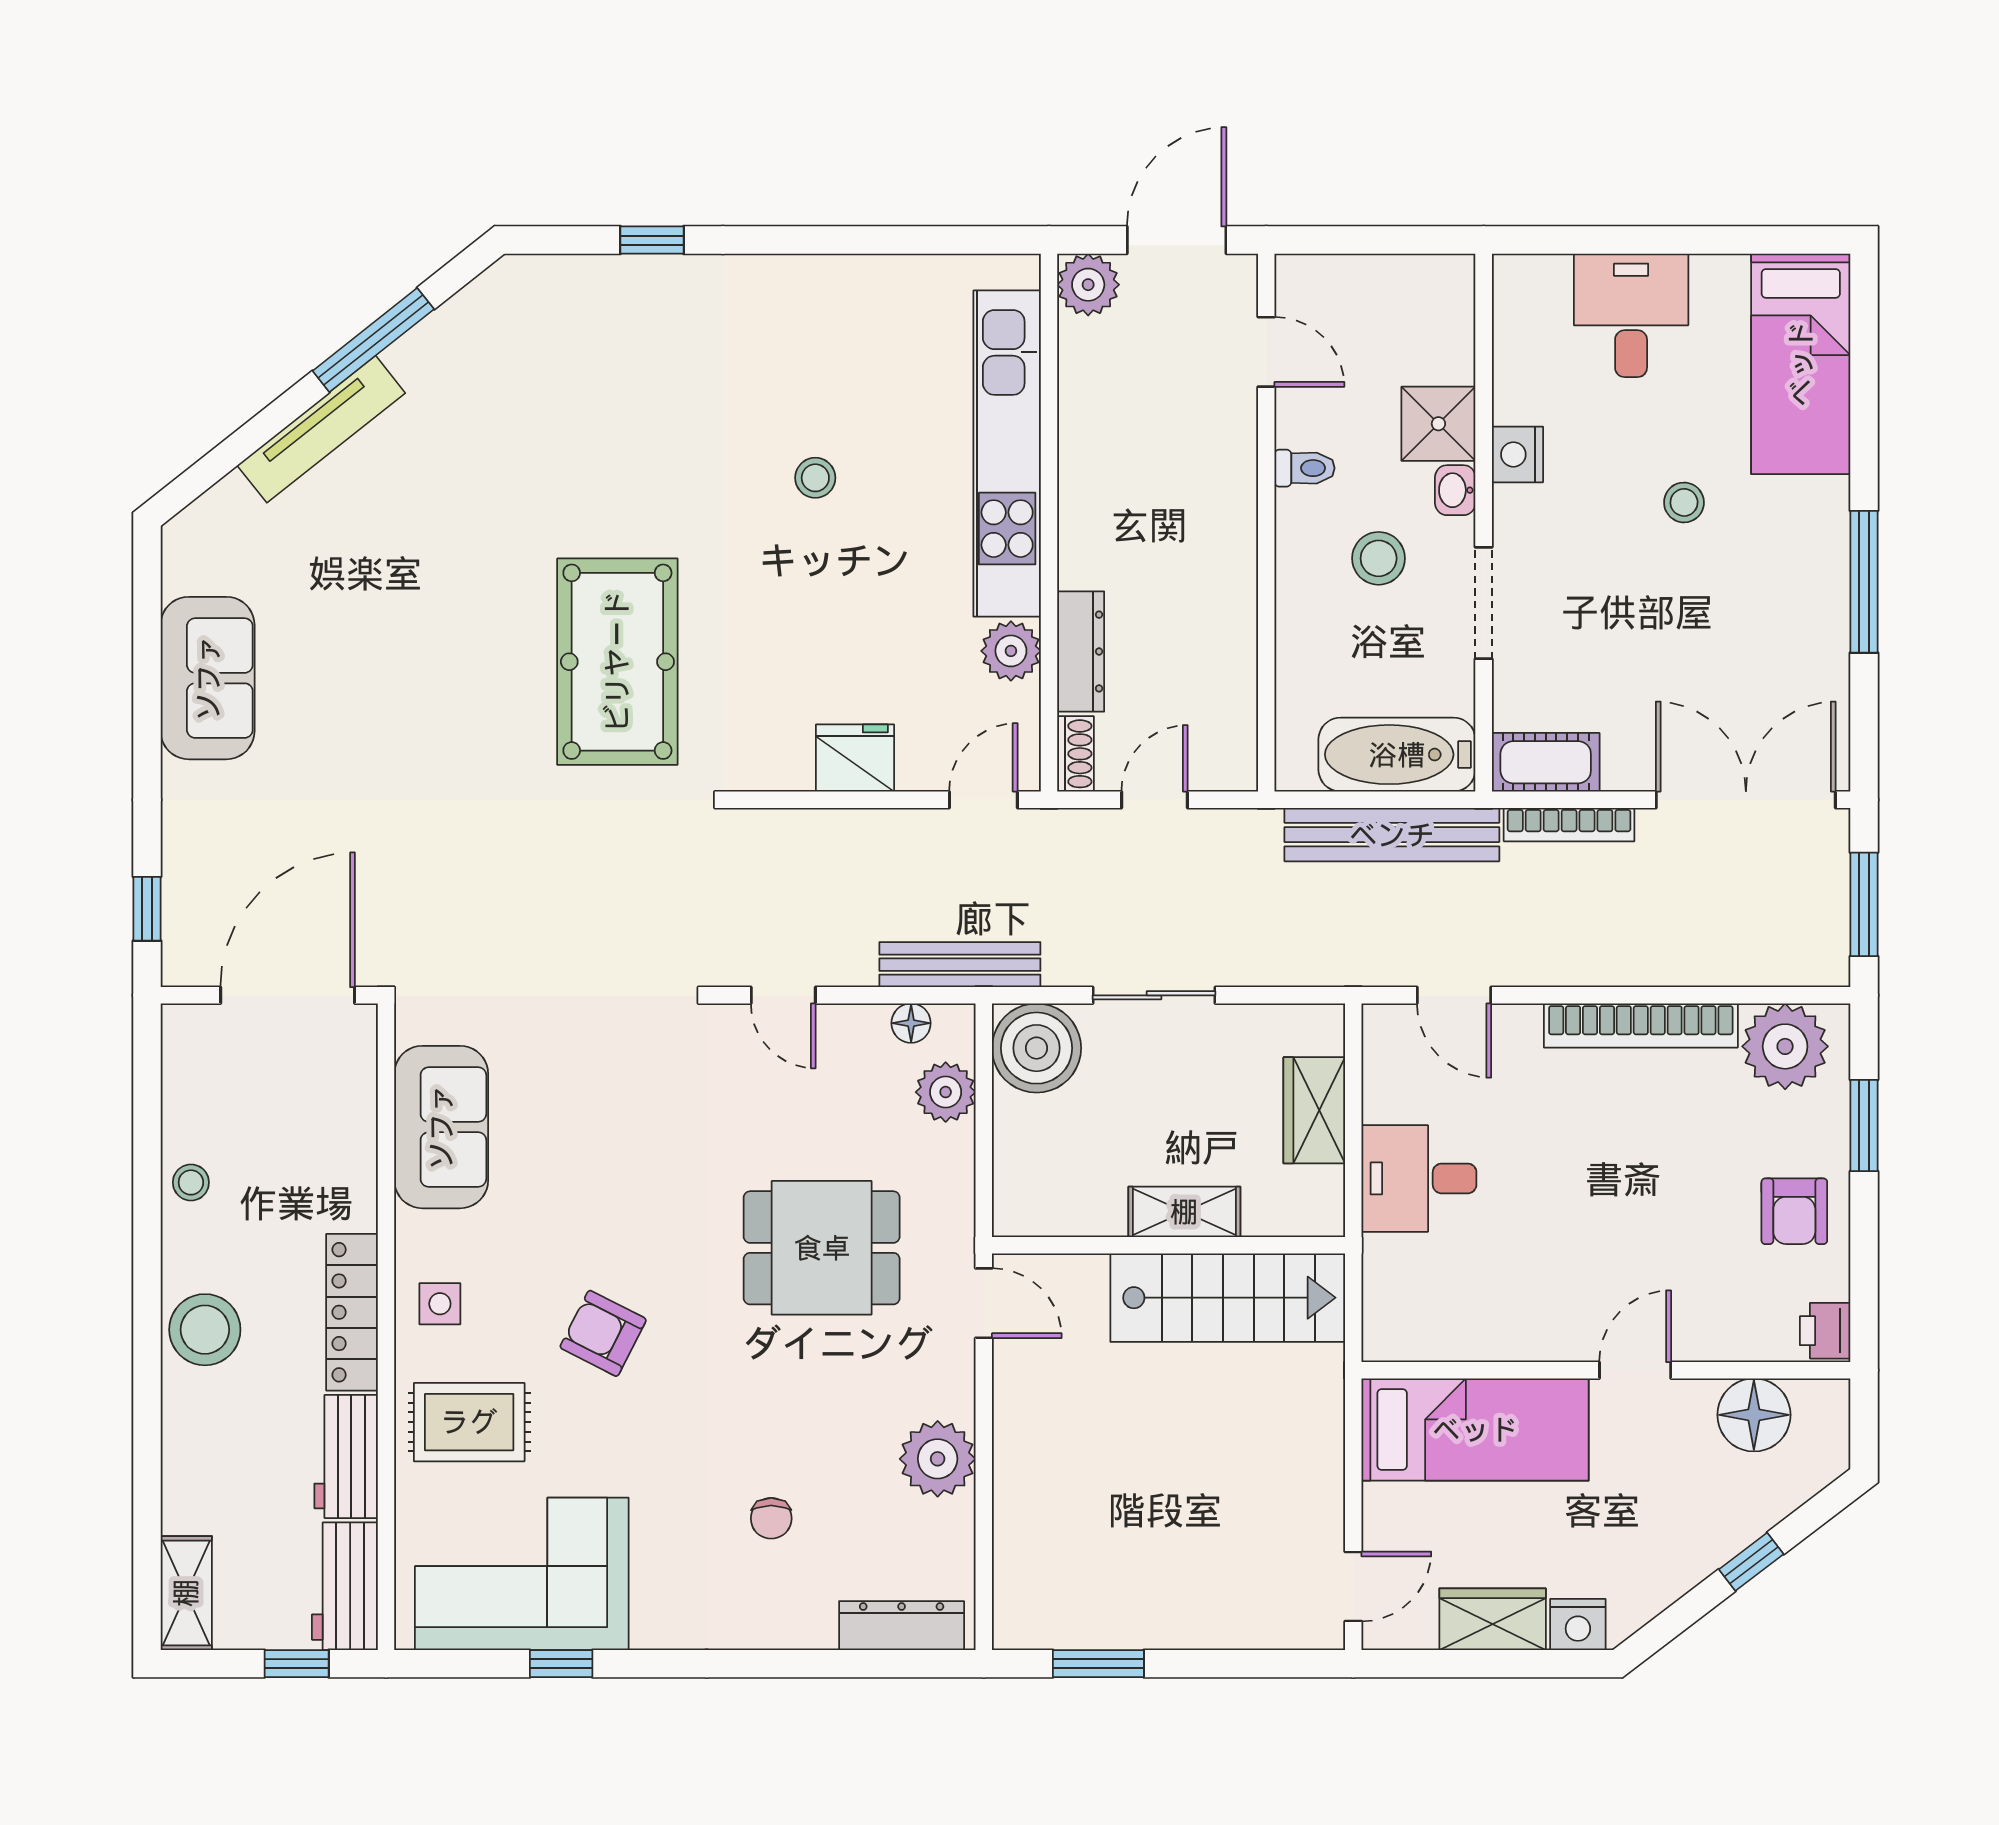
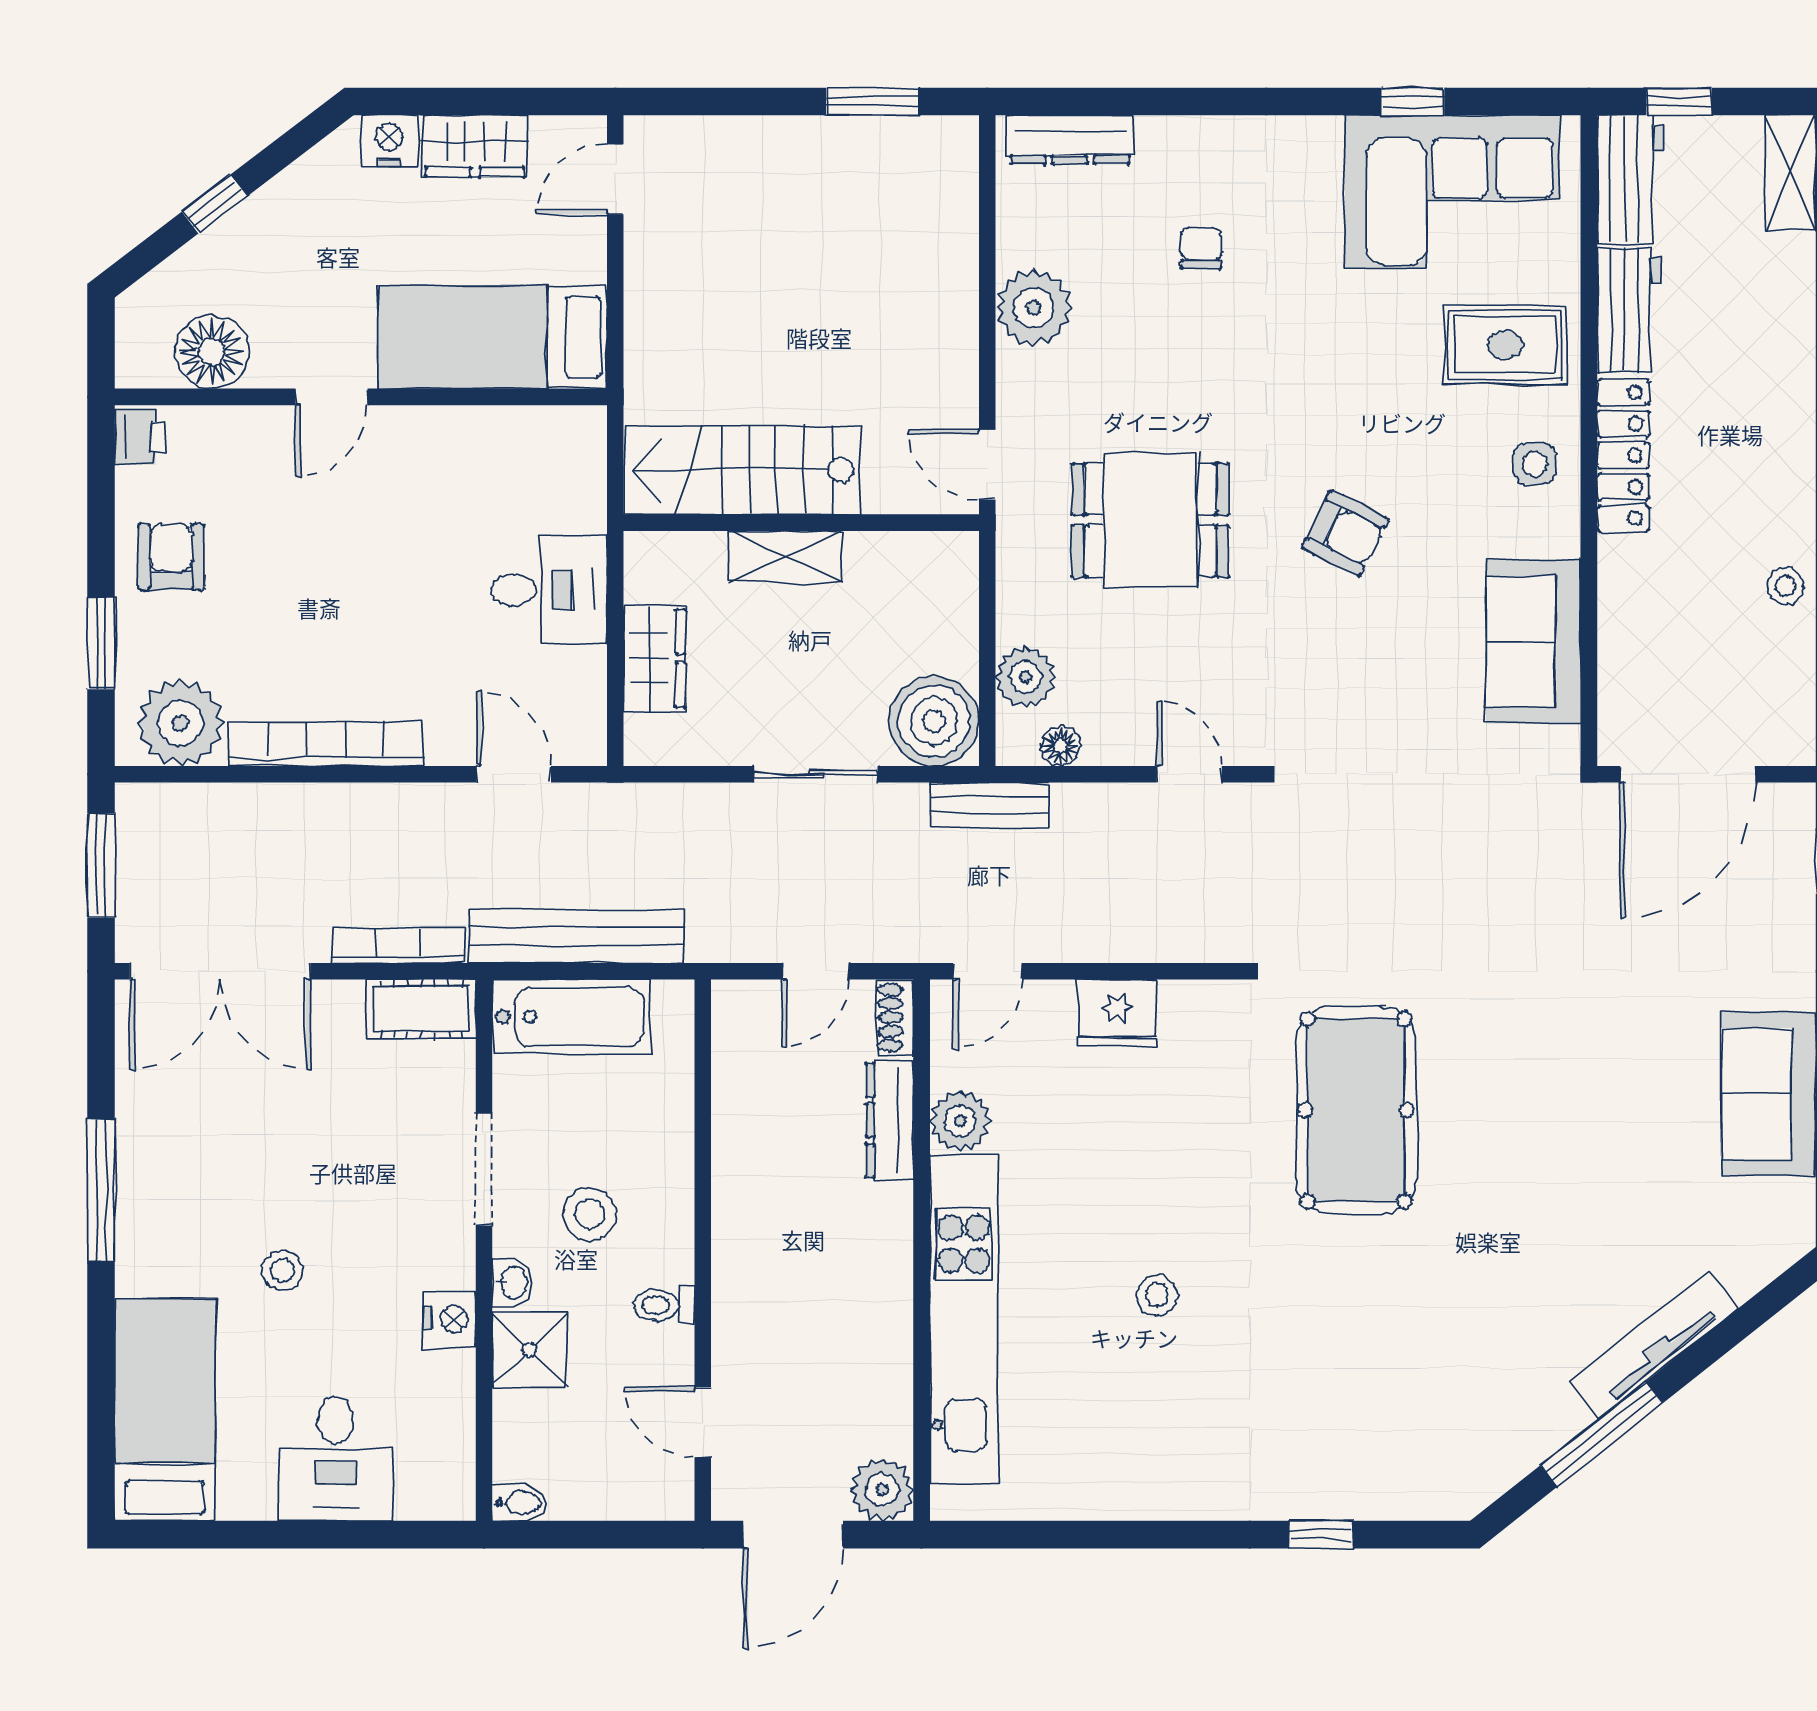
bidet: (1449, 272) -> (519, 1503), added
bench: (960, 965) -> (990, 805), width x0.73
stool: (205, 1330) -> (1771, 438), removed
armchair: (603, 1333) -> (1345, 533), moved

